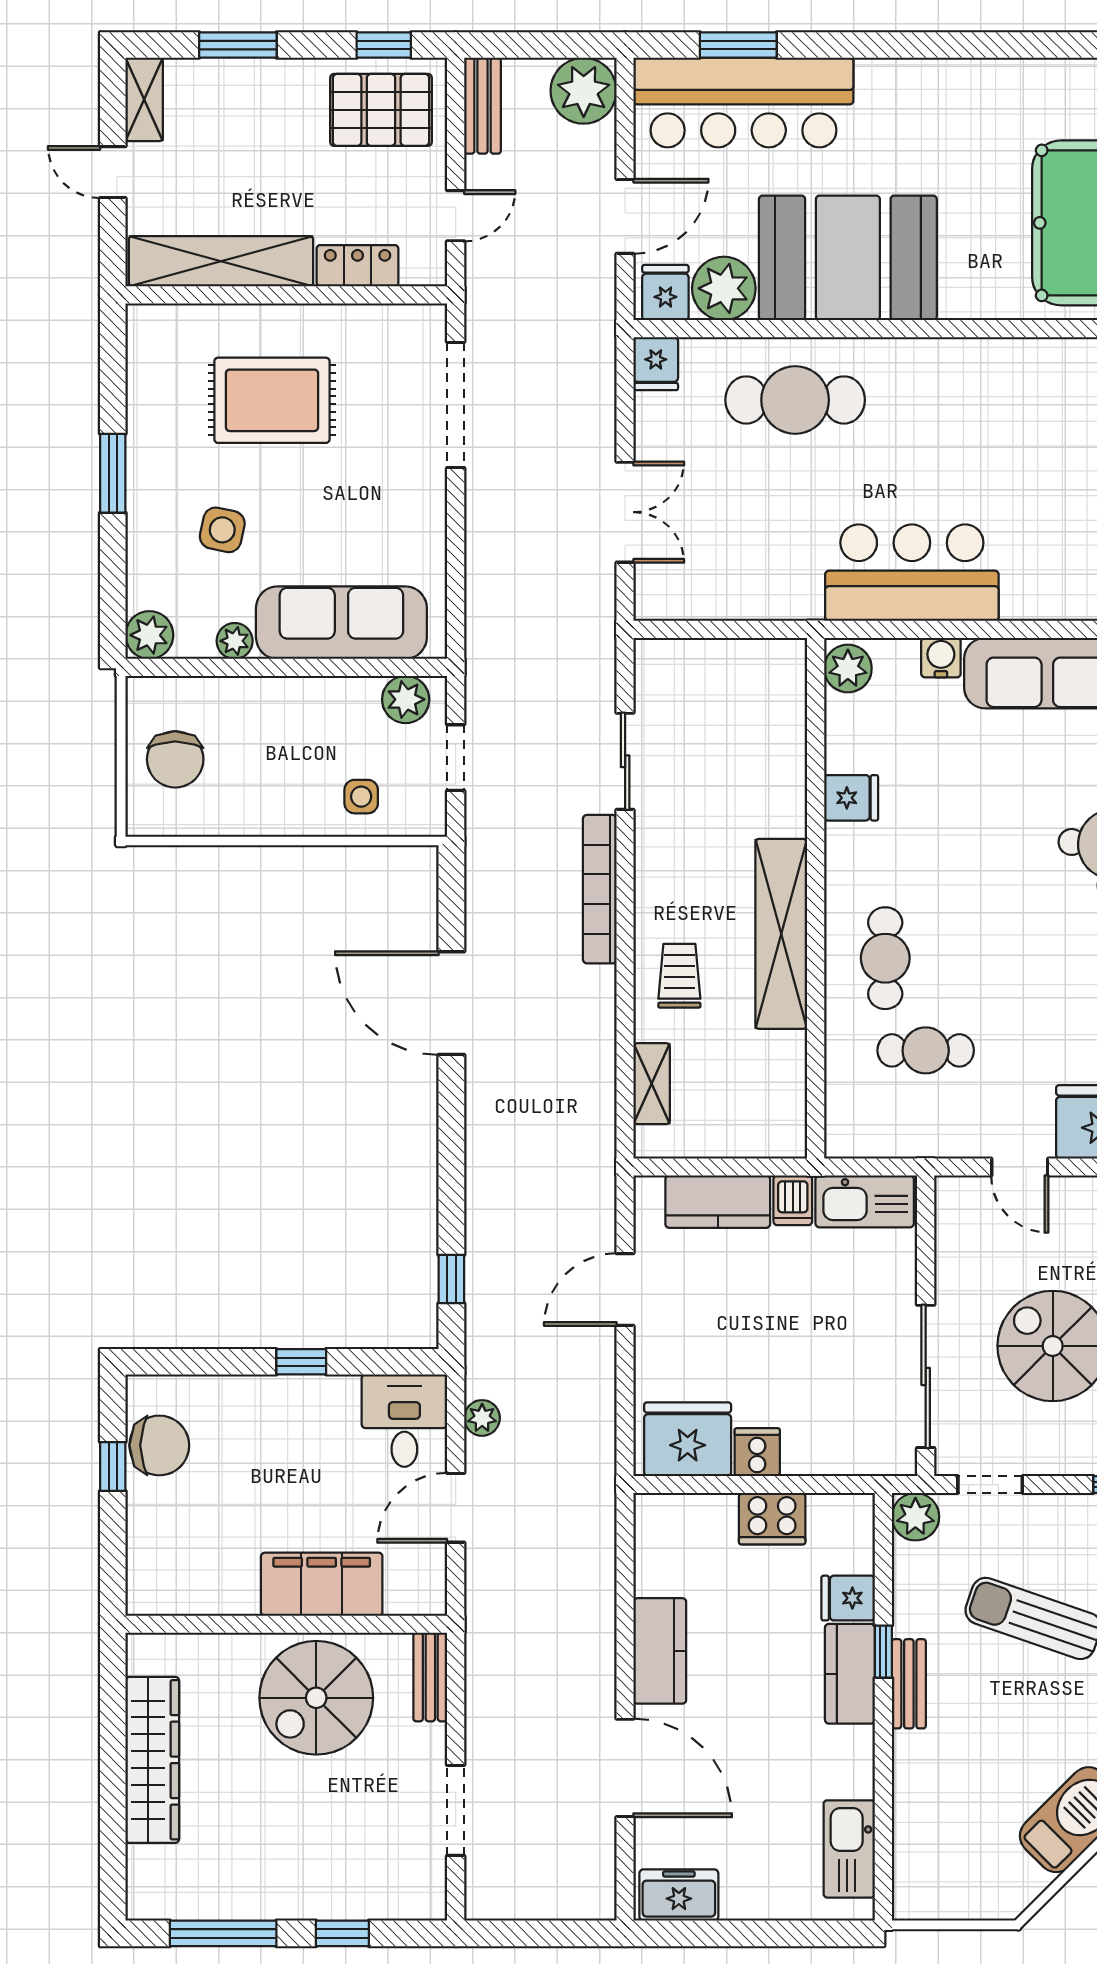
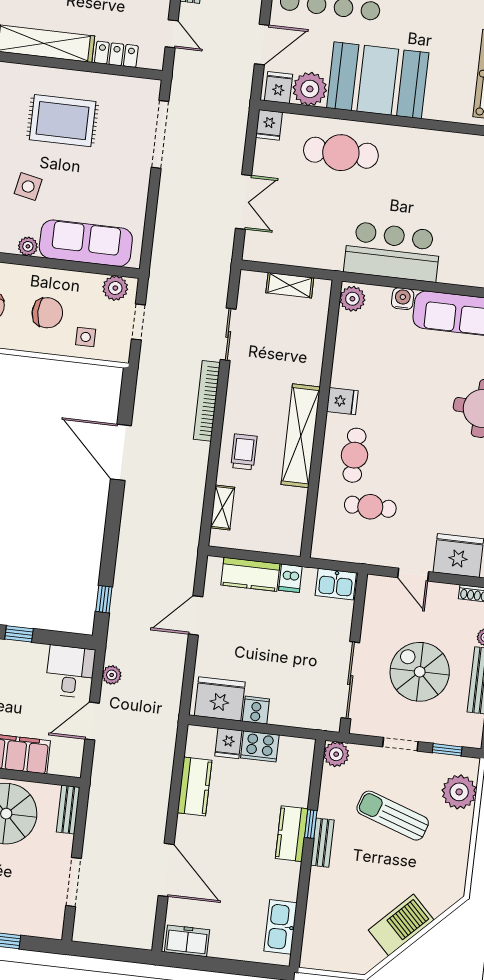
door: (456, 216) -> (172, 34), hinge flipped
shelving: (729, 657) -> (290, 285), added
chair: (285, 760) -> (47, 313), added
fridge: (851, 798) -> (342, 401), moved
kitchen sink: (865, 1201) -> (336, 584), width x0.73
doorway: (990, 1485) -> (400, 744), moved
fridge: (848, 1598) -> (228, 743), moved, turned -90
kitchen counter: (660, 1651) -> (195, 786), moved

